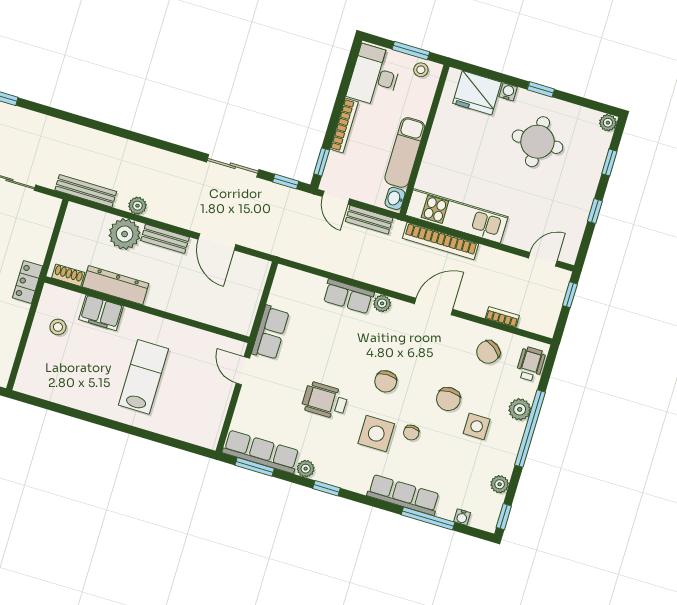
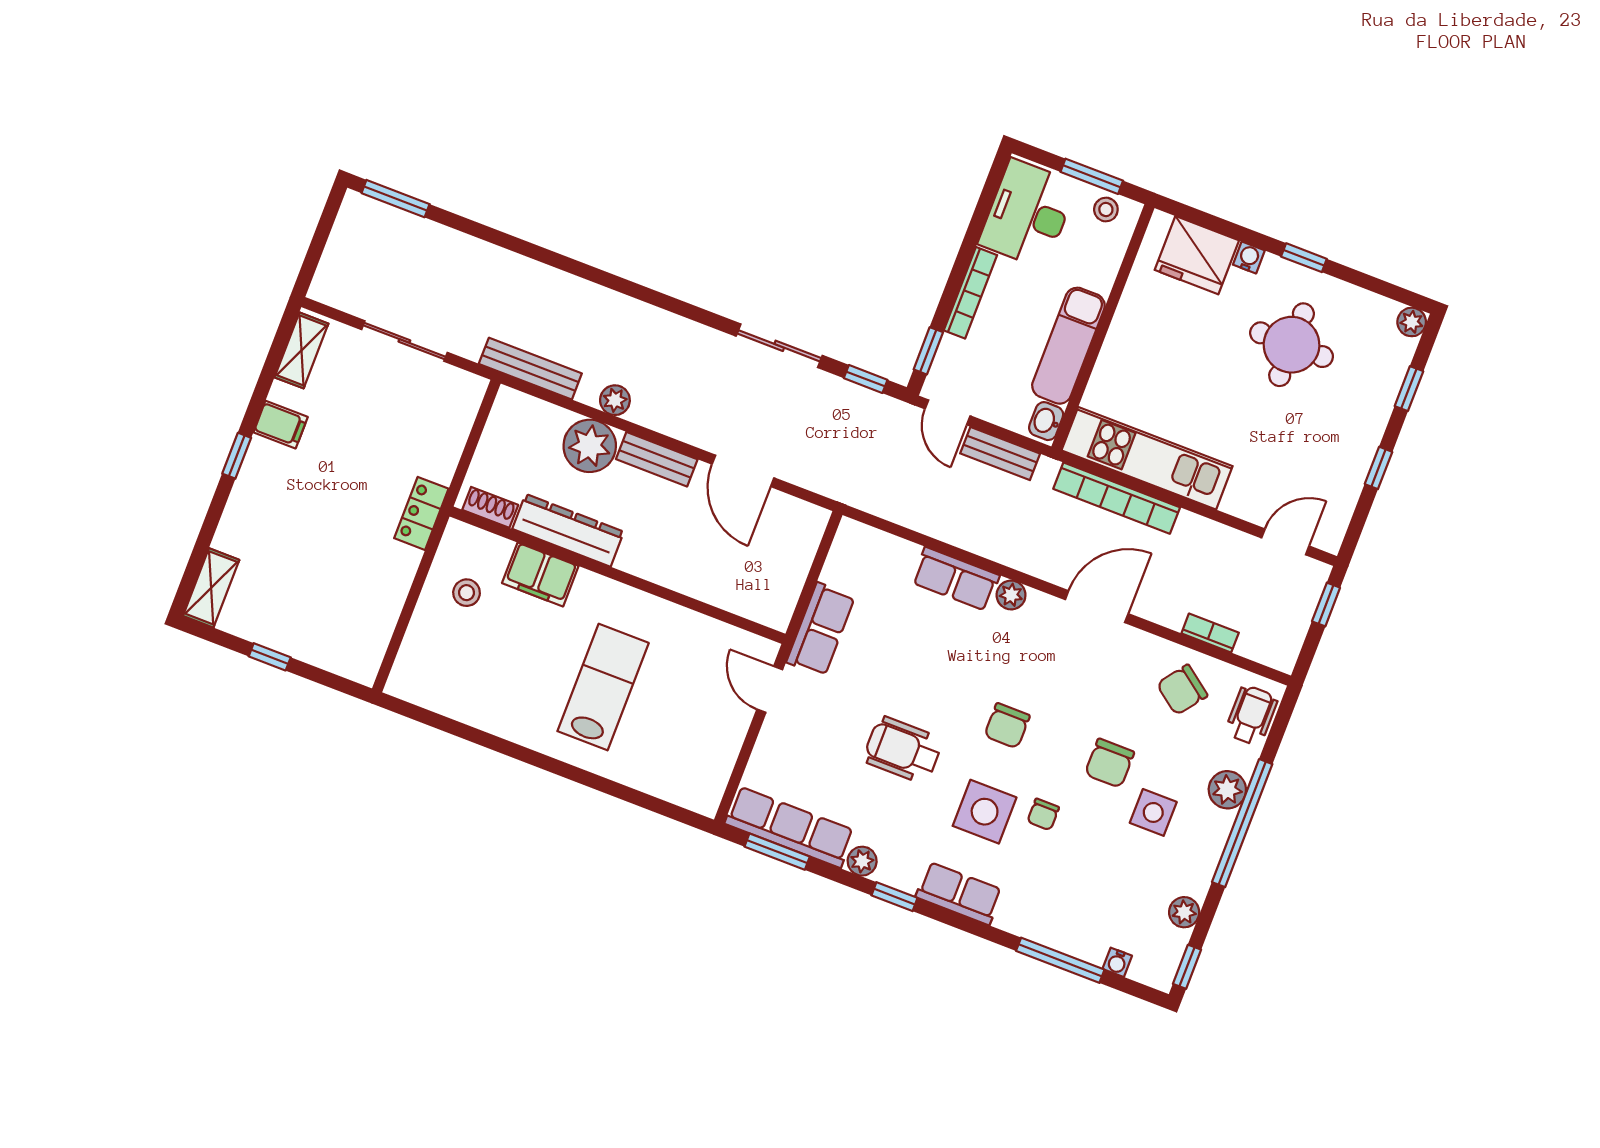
row of seats: (403, 495) -> (959, 893), moved, width x0.68

